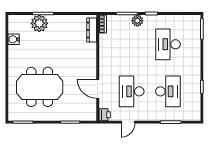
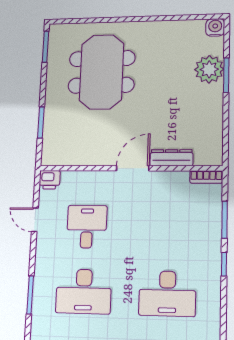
plant: (137, 21) -> (211, 239), removed
dresser: (92, 30) -> (171, 158), moved
water cooler: (14, 39) -> (215, 27), moved
desk: (168, 44) -> (167, 293), turned 180
door: (98, 89) -> (133, 168), moved
desk: (132, 91) -> (87, 227), width x0.73

